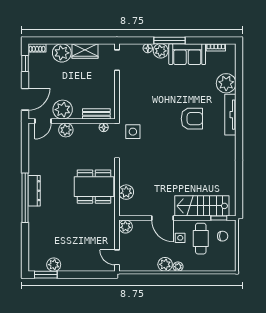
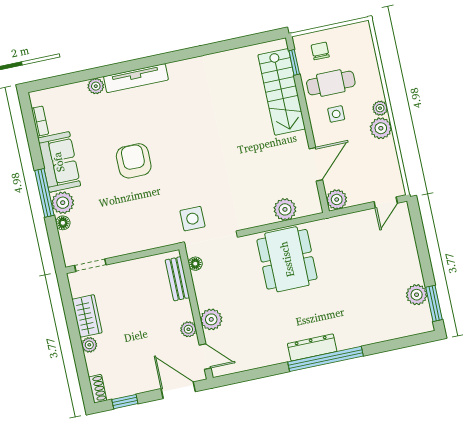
plant: (62, 53) -> (89, 345), width x0.53, depth x0.53
plant: (226, 83) -> (96, 86), width x0.53, depth x0.53
plant: (63, 110) -> (188, 329), width x0.53, depth x0.53
armchair: (192, 119) -> (134, 161), moved
door: (162, 218) -> (316, 164), moved

